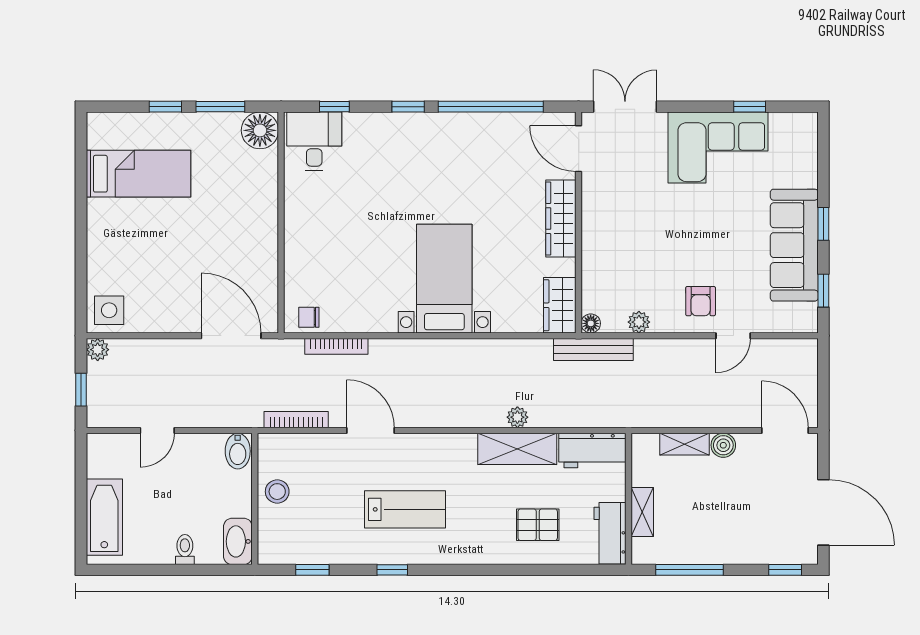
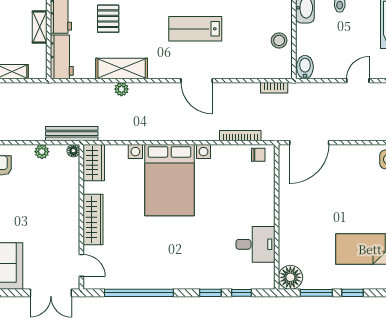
window: (408, 107) -> (210, 293), moved
desk: (314, 141) -> (255, 244), moved, turned -90
door: (579, 149) -> (81, 265), width x0.73
bed with nightstands: (444, 279) -> (169, 180), width x1.36
door: (231, 336) -> (309, 143), hinge flipped
bookcase: (296, 420) -> (274, 88), width x0.64
door: (371, 430) -> (197, 81), moved
workbench: (592, 450) -> (62, 57), moved, turned 90
pallet: (538, 525) -> (108, 19), turned 90

